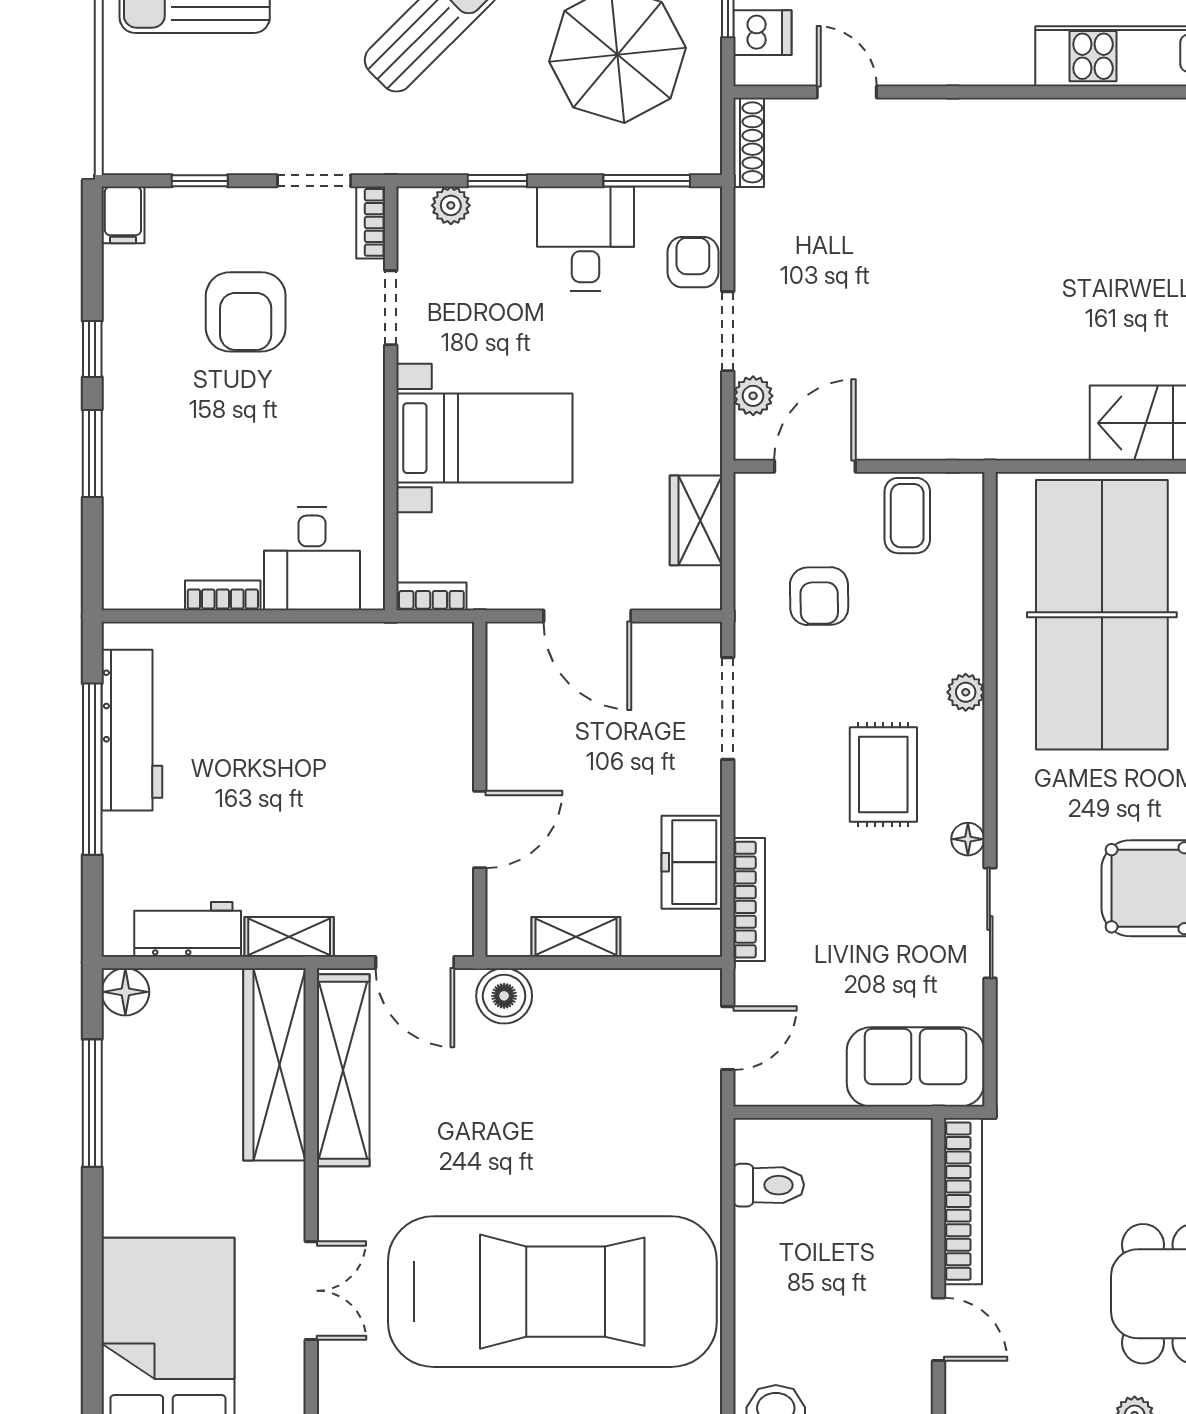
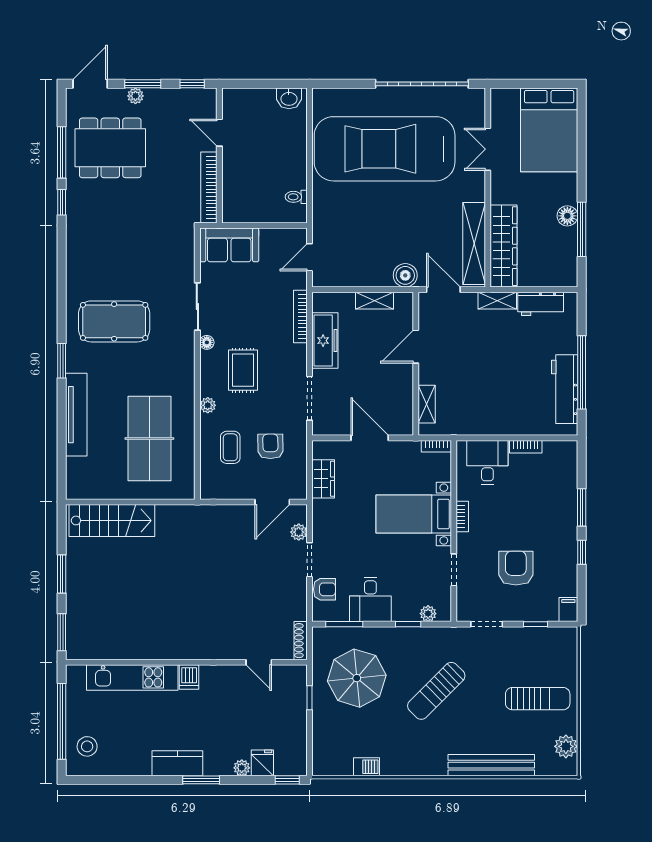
dishwasher: (762, 33) -> (189, 677), moved, turned -90
bookcase: (371, 222) -> (462, 517), moved
armchair: (693, 262) -> (324, 589), turned -90
coffee table: (907, 516) -> (230, 447), moved
table tennis table: (1102, 615) -> (149, 438), width x0.73, depth x0.76
shelving: (454, 695) -> (427, 404), added
freezer: (692, 862) -> (325, 341), width x1.40
floor lamp: (125, 992) -> (567, 216), moved
toilet: (769, 1185) -> (296, 197), width x0.73, depth x0.72

